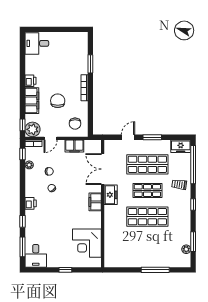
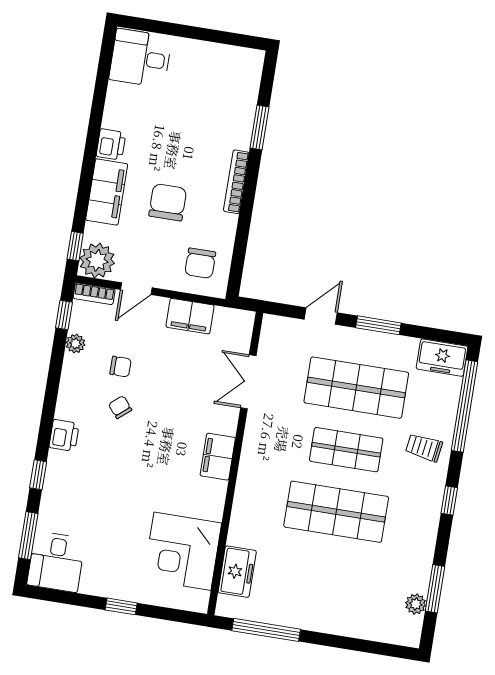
double door: (103, 169) -> (248, 382), width x0.73
freezer: (111, 195) -> (237, 572), moved
window: (155, 270) -> (266, 630), moved

